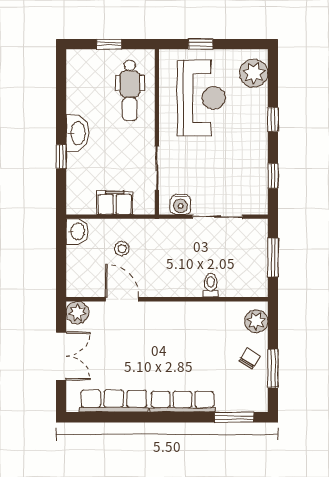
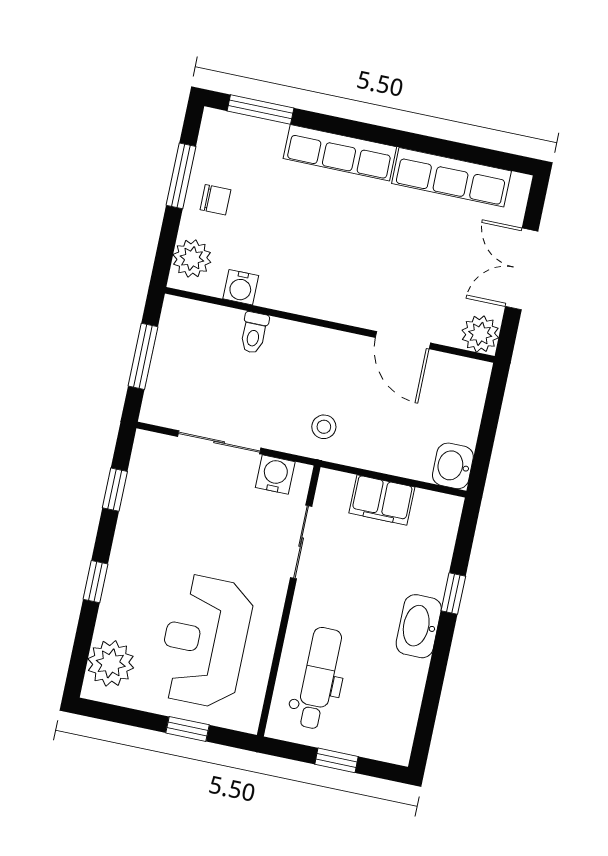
stool: (122, 249) -> (324, 427), moved
water cooler: (224, 310) -> (241, 287), added
chair: (250, 359) -> (215, 200), turned -122

